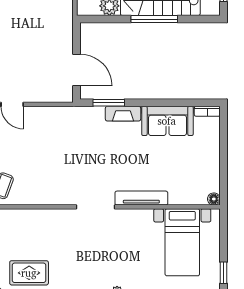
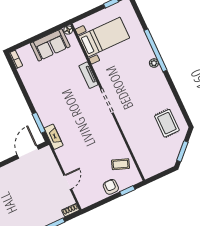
fireplace: (123, 114) -> (54, 137), moved
sofa: (167, 121) -> (50, 45), moved, turned 90
tv unit: (141, 198) -> (88, 75), width x0.71

